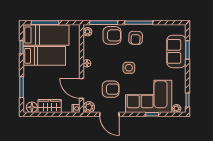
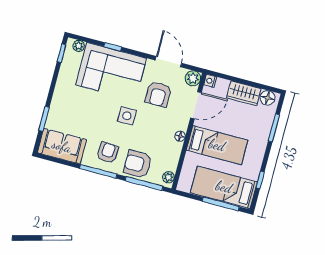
sofa: (176, 51) -> (62, 146), moved, turned -90
bed: (44, 56) -> (217, 145), moved, turned 180
door: (82, 88) -> (196, 105), hinge flipped
armchair: (111, 89) -> (158, 94), turned -90

